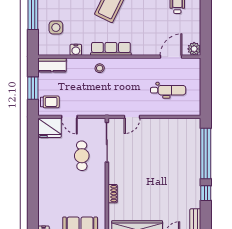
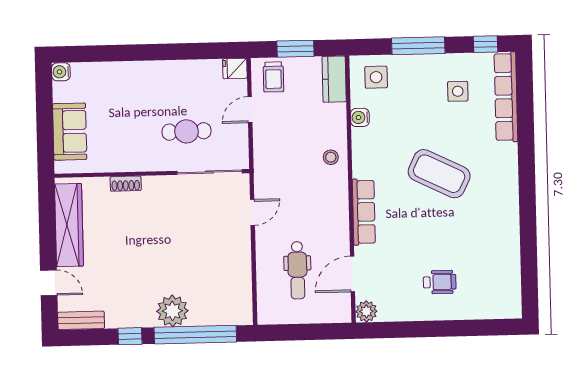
side table: (56, 28) -> (376, 77), moved
row of seats: (111, 49) -> (364, 212), moved
door: (171, 57) -> (353, 274), swing flipped
door: (132, 117) -> (252, 212), swing flipped
fridge: (50, 128) -> (235, 69), width x0.53, depth x0.75
plant: (191, 167) -> (172, 311), added

